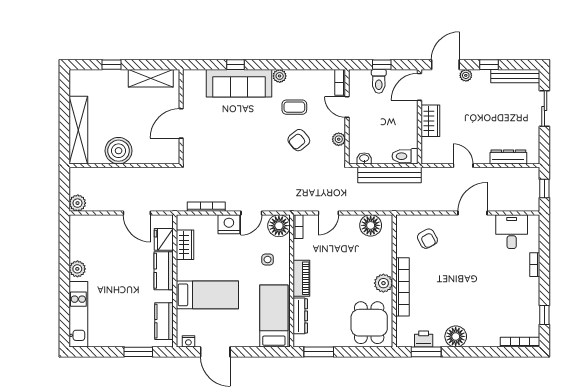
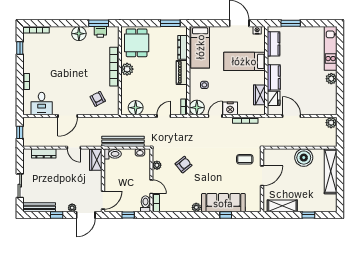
toilet: (379, 81) -> (145, 204), moved
coffee table: (294, 107) -> (245, 159), moved
wardrobe: (430, 121) -> (96, 160), moved

